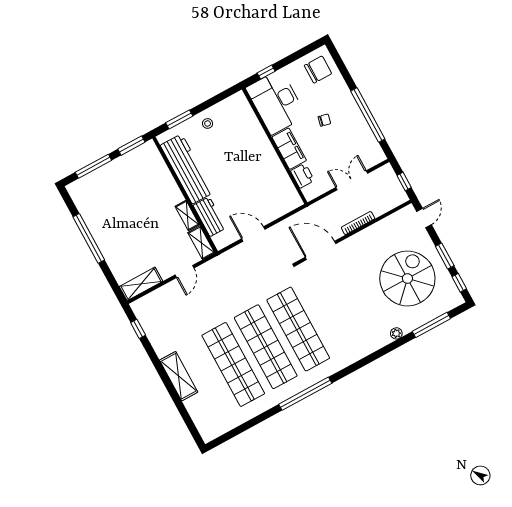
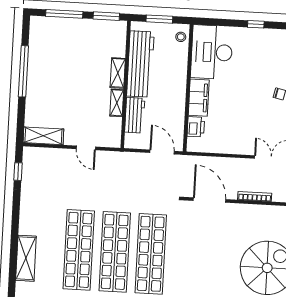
desk: (276, 102) -> (212, 52), moved
wall: (275, 146) -> (188, 88), moved
filing cabinet: (289, 149) -> (199, 98), moved
printer: (302, 176) -> (196, 127), moved
shelving: (201, 243) -> (118, 73), moved
door: (185, 271) -> (86, 148), hinge flipped
shelving: (179, 376) -> (26, 258), moved

